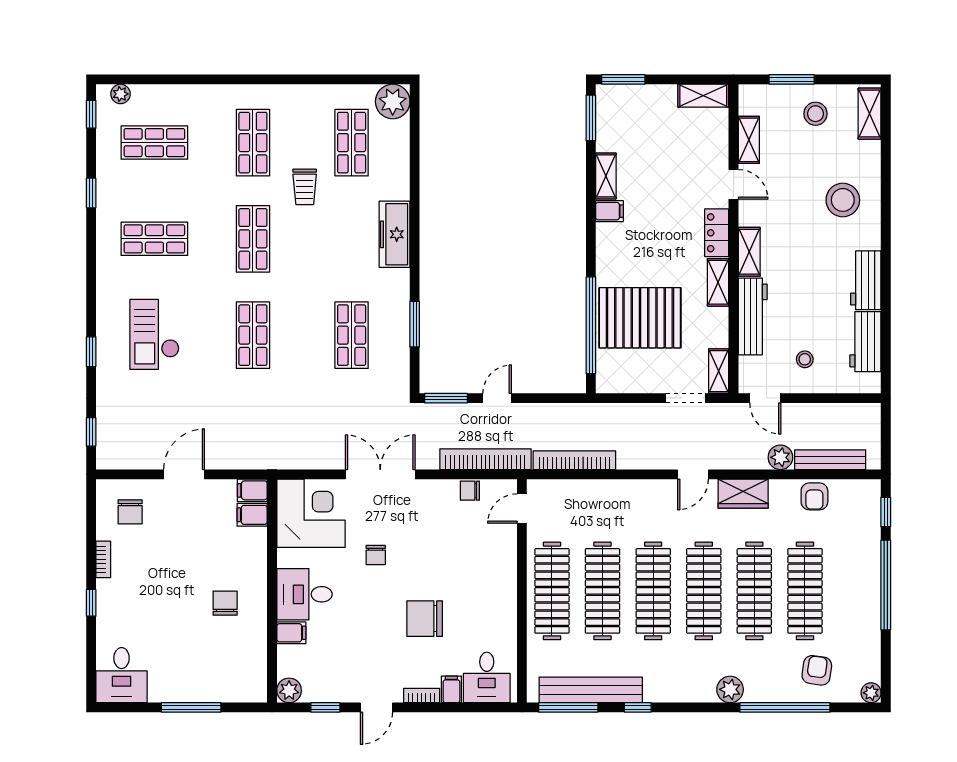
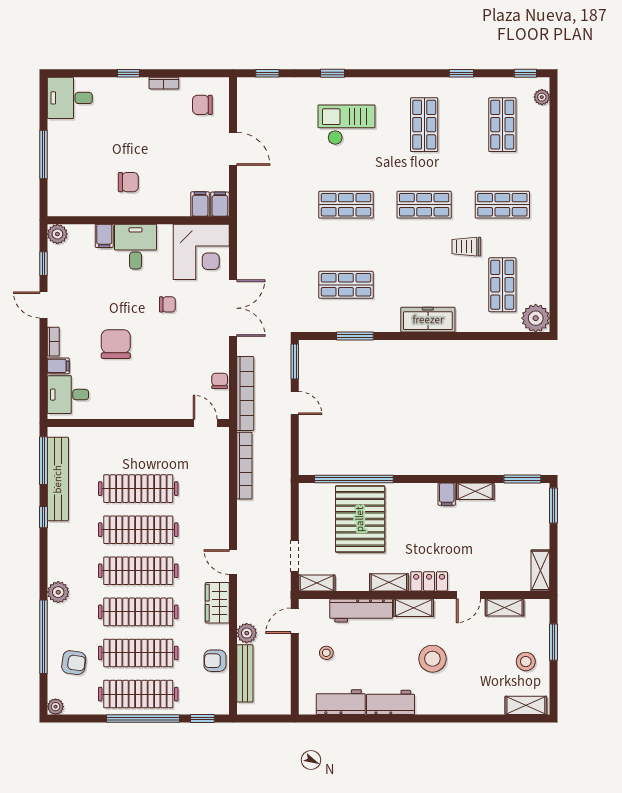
shop shelf: (352, 143) -> (502, 285), turned 90
stool: (843, 200) -> (432, 659), moved
chair: (376, 555) -> (167, 304), turned 180
clothes rail: (552, 591) -> (138, 694), moved

